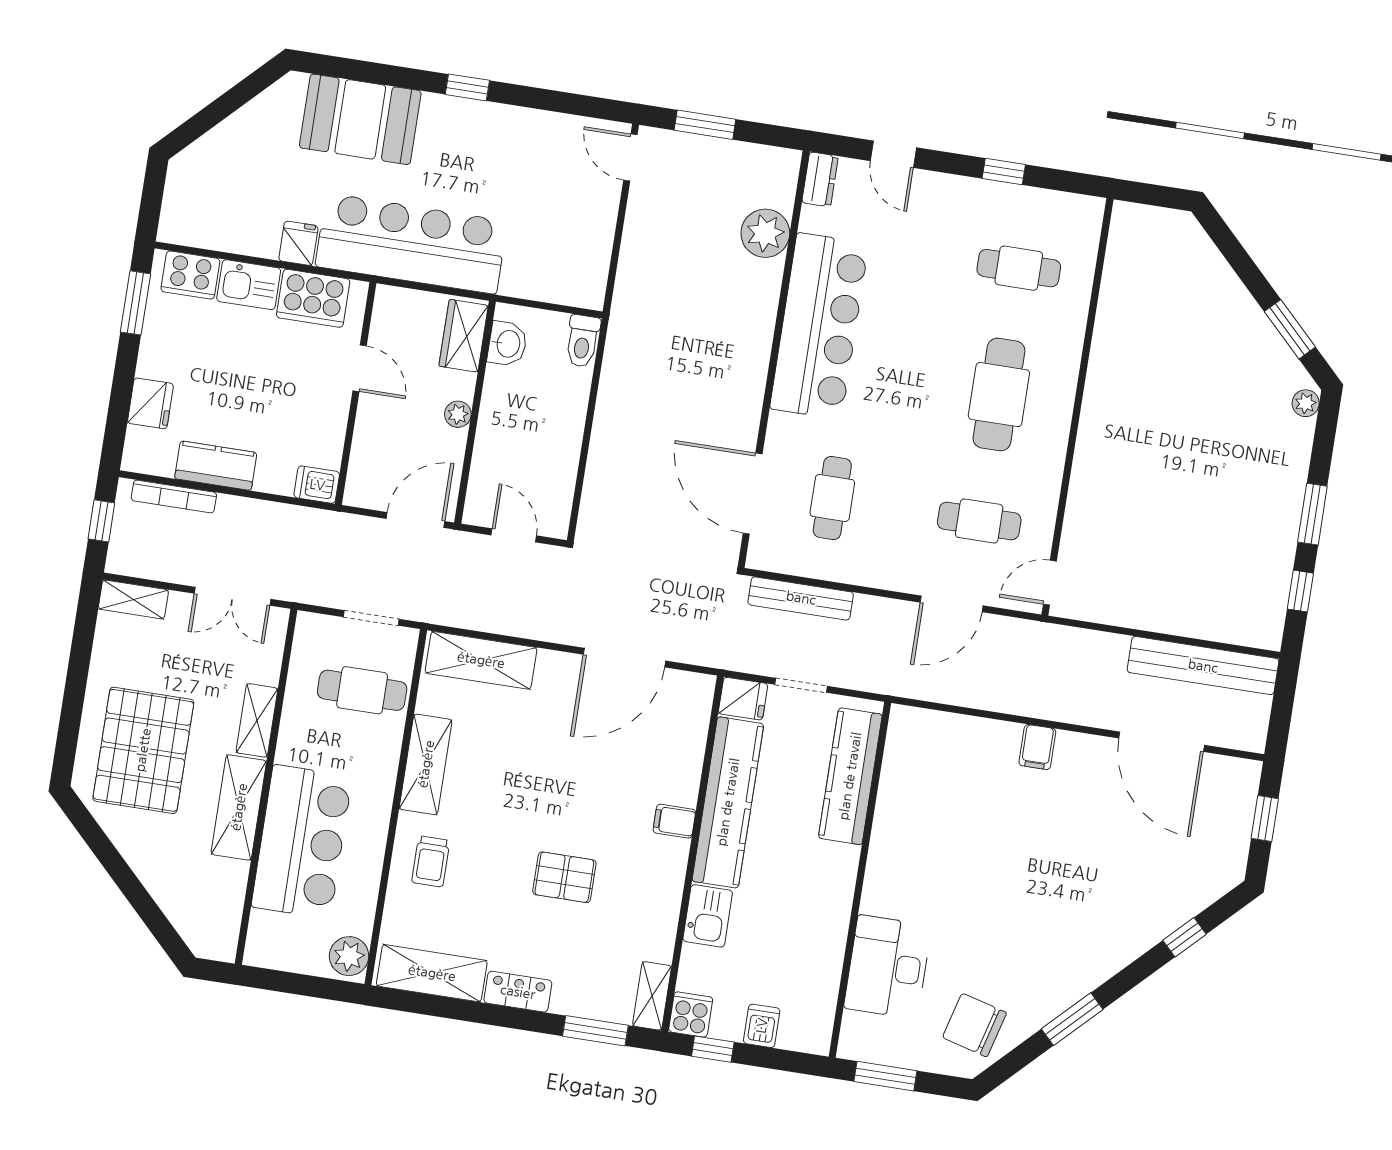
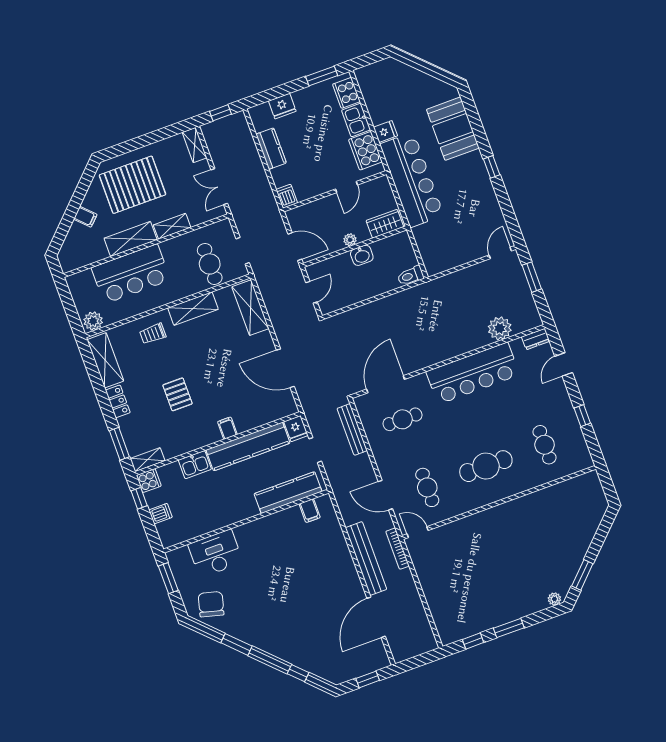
washbasin: (507, 344) -> (362, 255), moved
bookcase: (174, 497) -> (397, 549), moved
bench: (1203, 666) -> (366, 558), moved
filing cabinet: (1037, 747) -> (310, 511), moved, turned -90
filing cabinet: (154, 867) -> (85, 217), added

